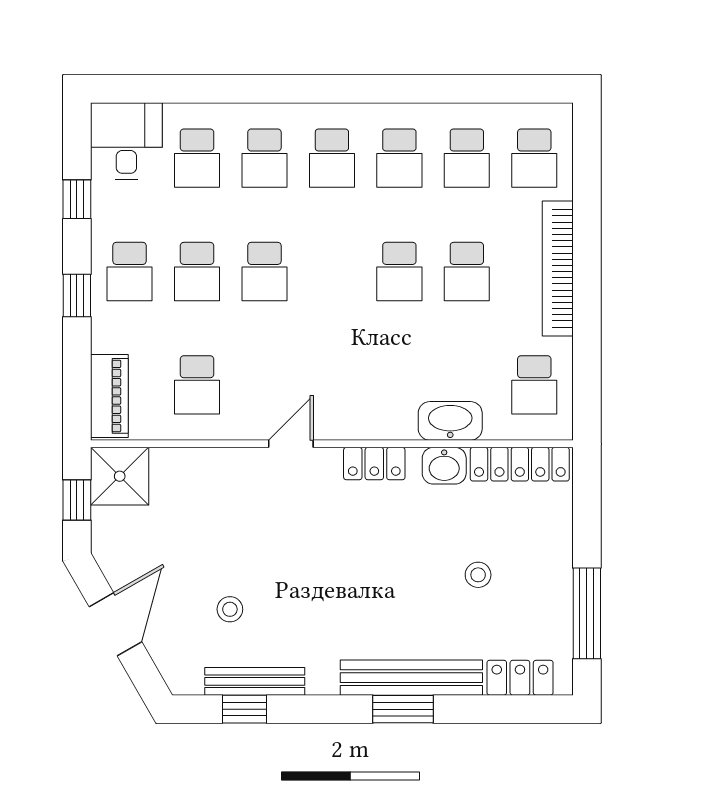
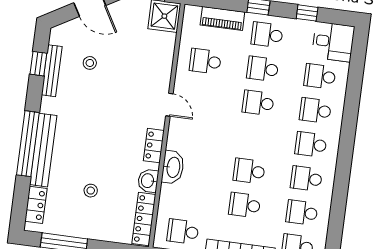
piano: (109, 396) -> (222, 18), moved
washbasin: (450, 421) -> (173, 167), moved
window: (403, 709) -> (28, 144), width x2.11

